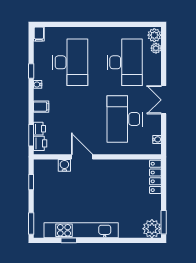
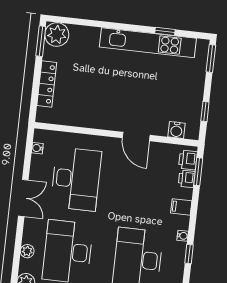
plant: (156, 48) -> (27, 251), moved
water cooler: (64, 165) -> (176, 130), moved
locker: (155, 177) -> (47, 84), moved

